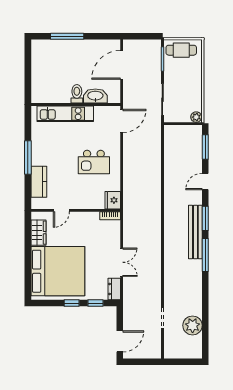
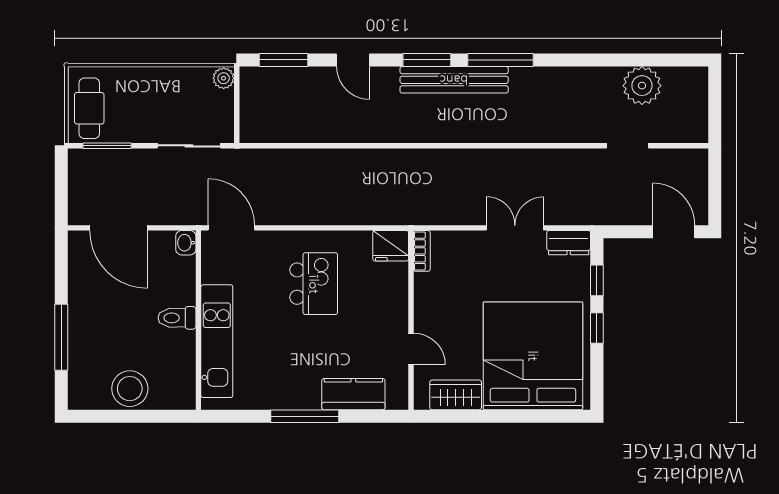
stool: (42, 70) -> (130, 389), added
washbasin: (95, 96) -> (186, 243), moved, width x0.52, depth x0.69

